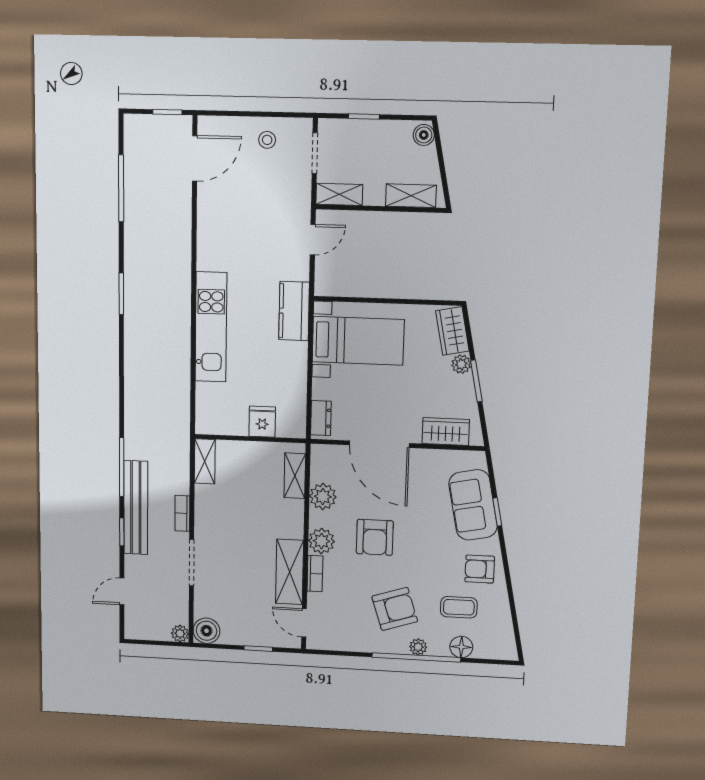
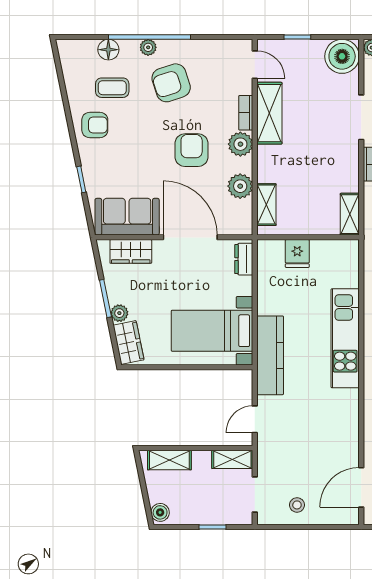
kitchen counter: (294, 311) -> (270, 355), width x1.50
sofa: (473, 505) -> (127, 217), moved, turned -79
boiler: (206, 631) -> (342, 56), width x1.37, depth x1.37

